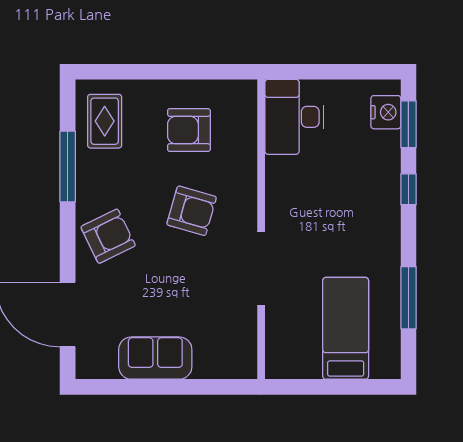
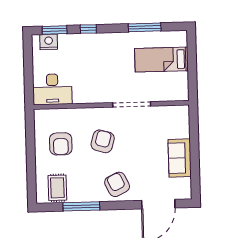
rug: (105, 121) -> (57, 188), turned 90

